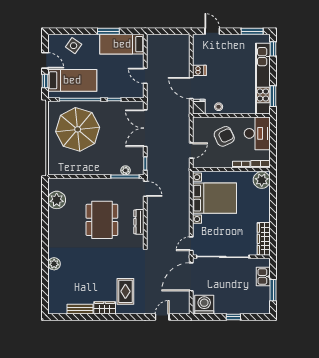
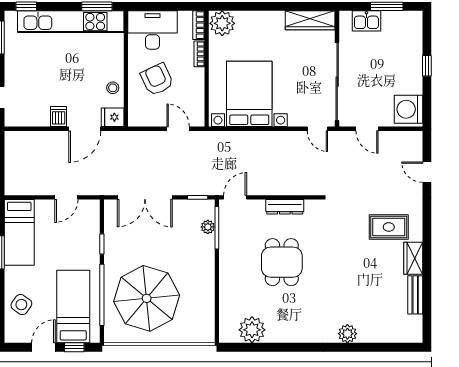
dining table: (102, 220) -> (282, 262), width x0.73
door: (191, 277) -> (367, 129), width x0.53

